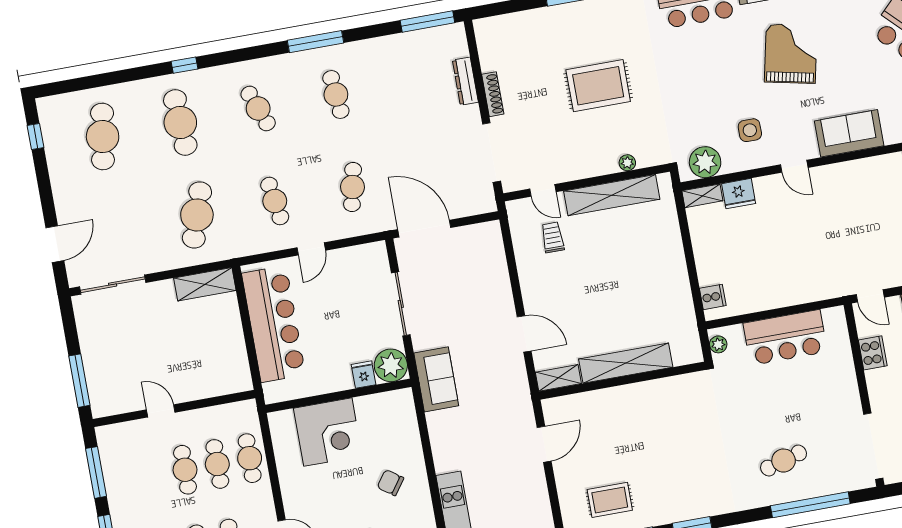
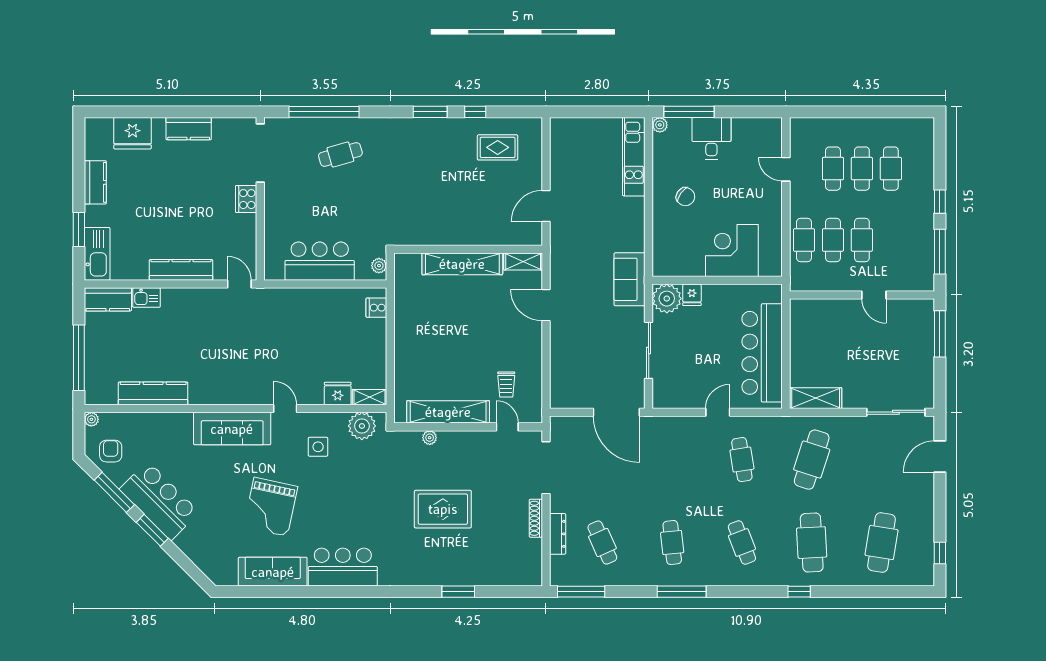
sofa: (849, 133) -> (232, 429), width x1.36
cafe table: (353, 187) -> (602, 543), moved, turned -36
cooker: (873, 353) -> (246, 199), moved

